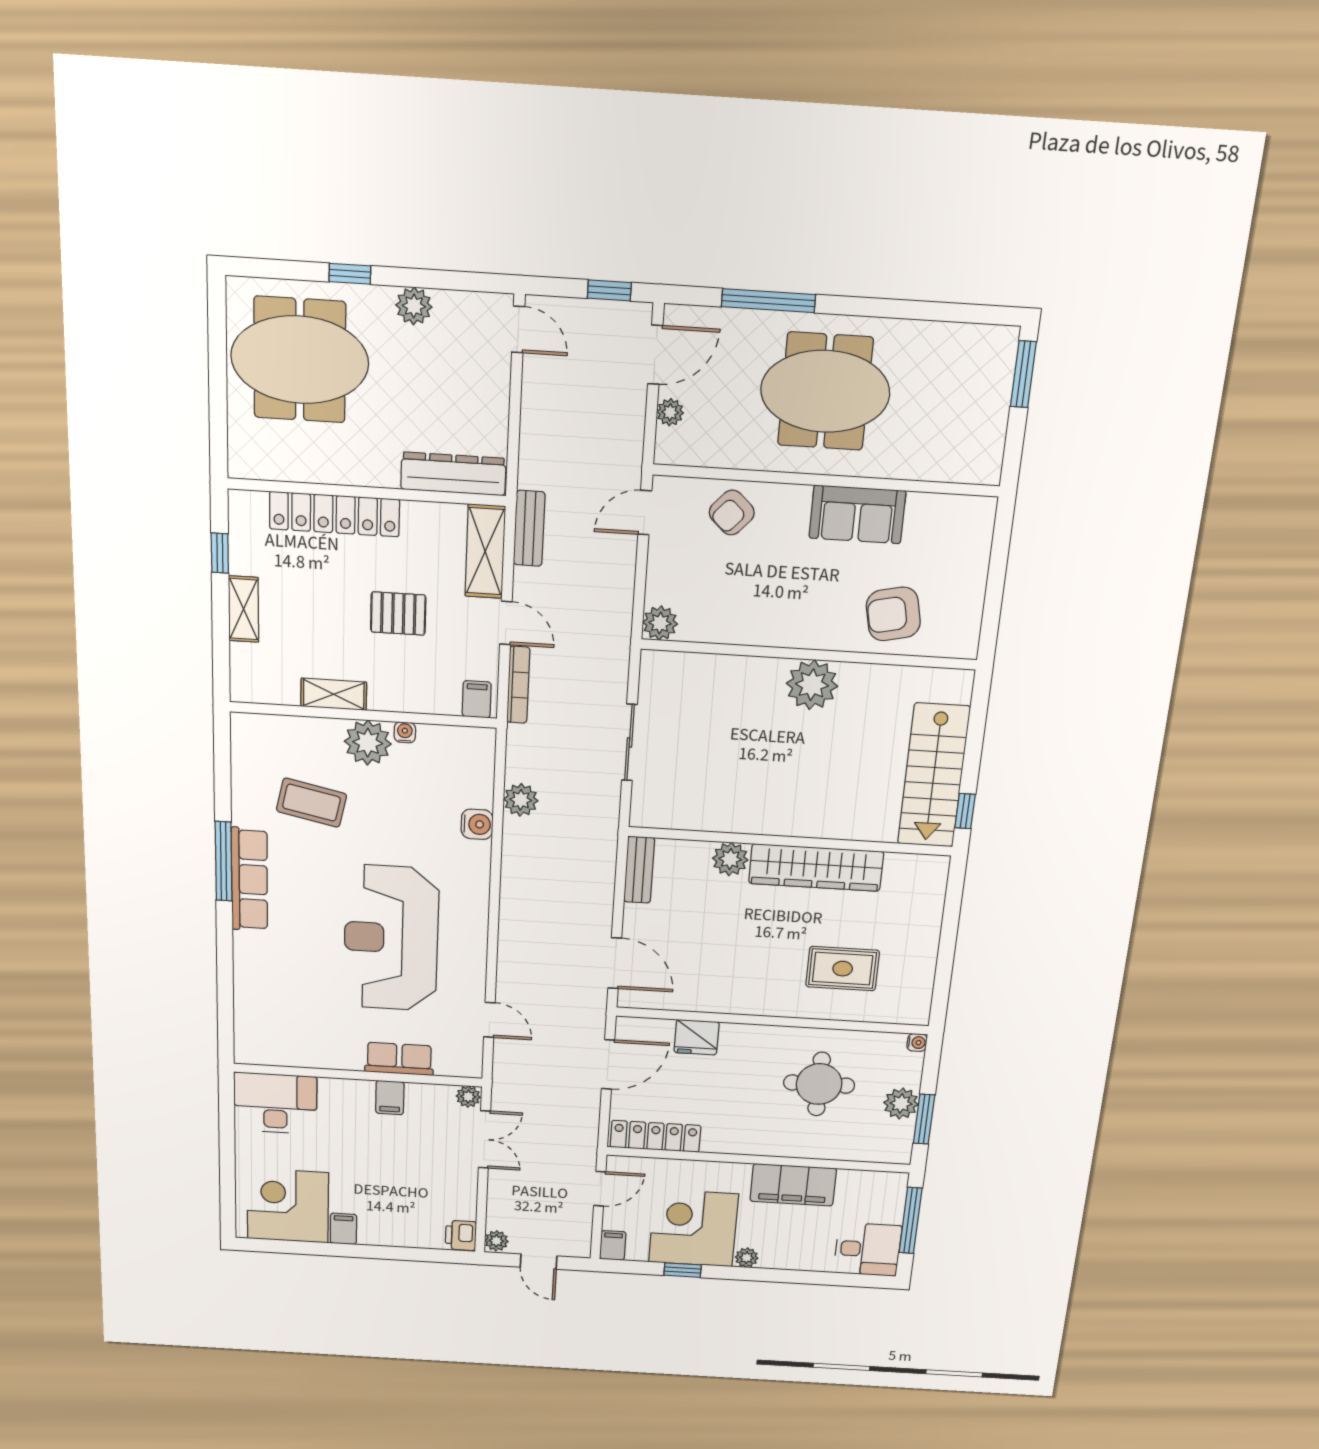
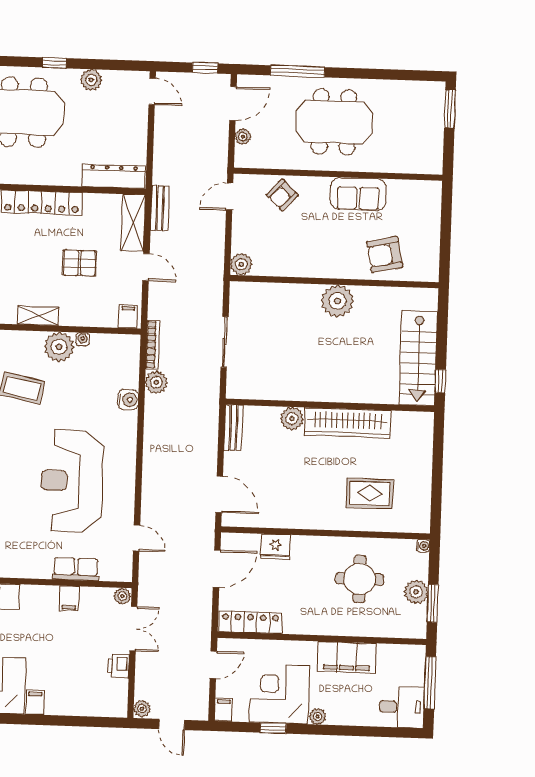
bookcase: (518, 685) -> (153, 345), moved
printer: (461, 1235) -> (118, 666), moved

